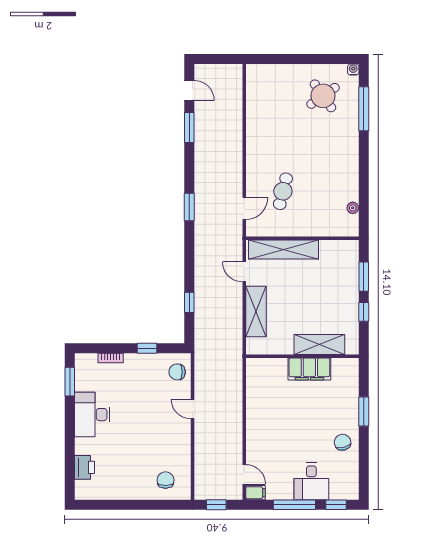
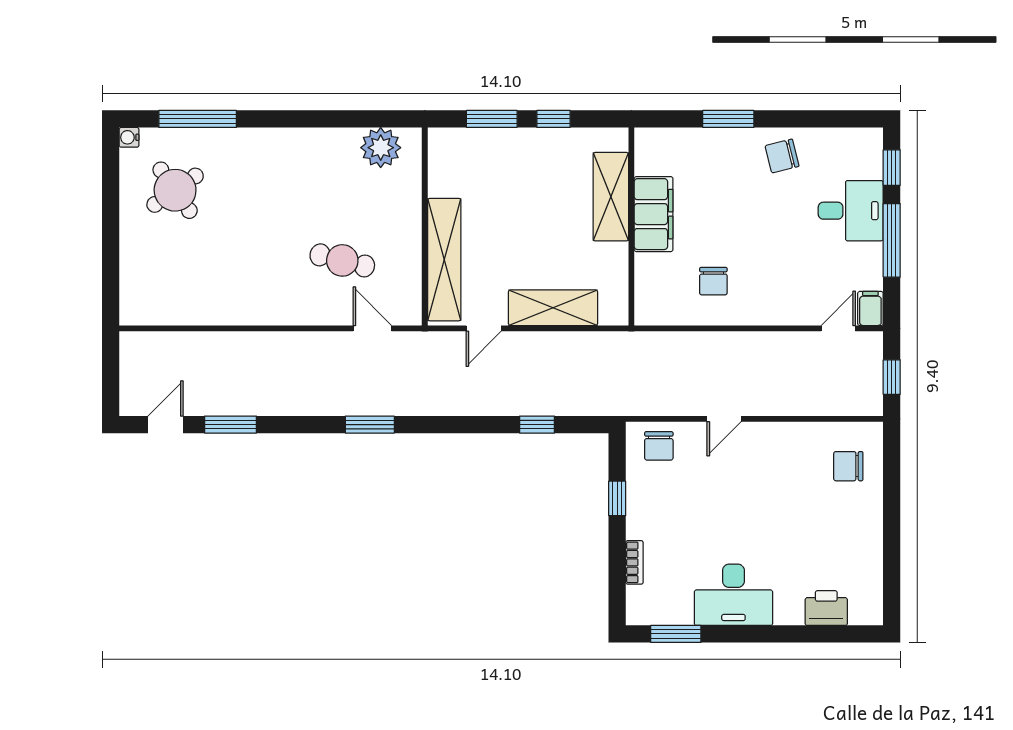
plant: (353, 208) -> (381, 148), width x1.87, depth x1.87
chair: (271, 403) -> (713, 281), added

